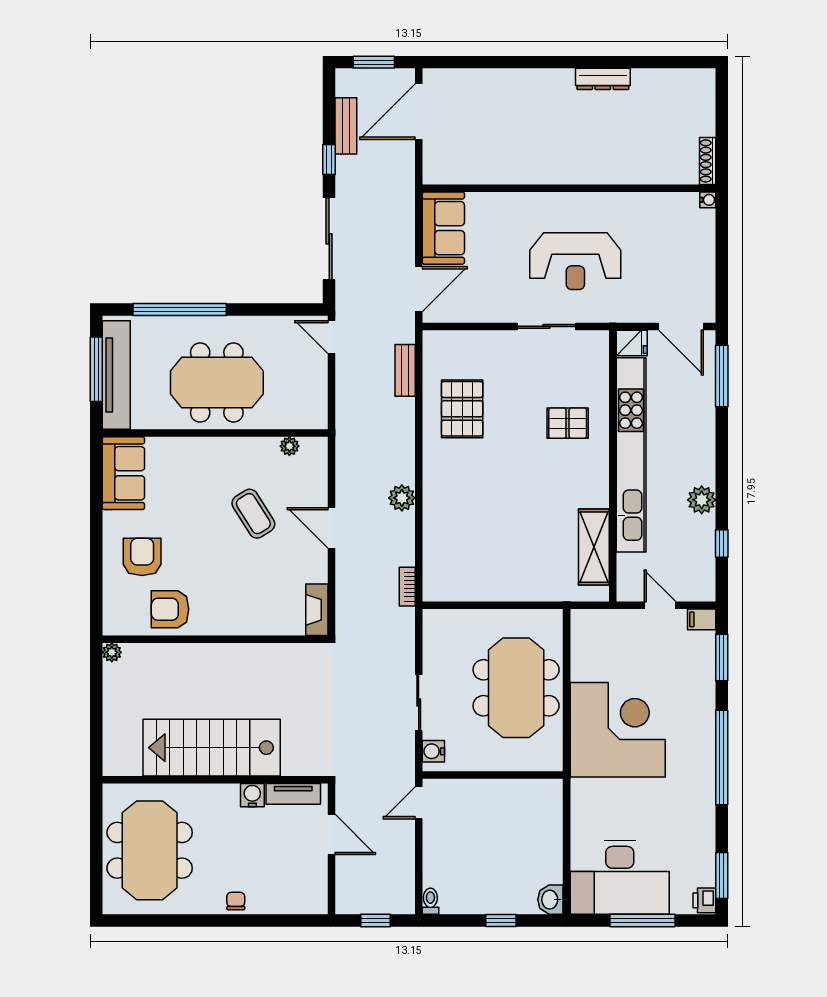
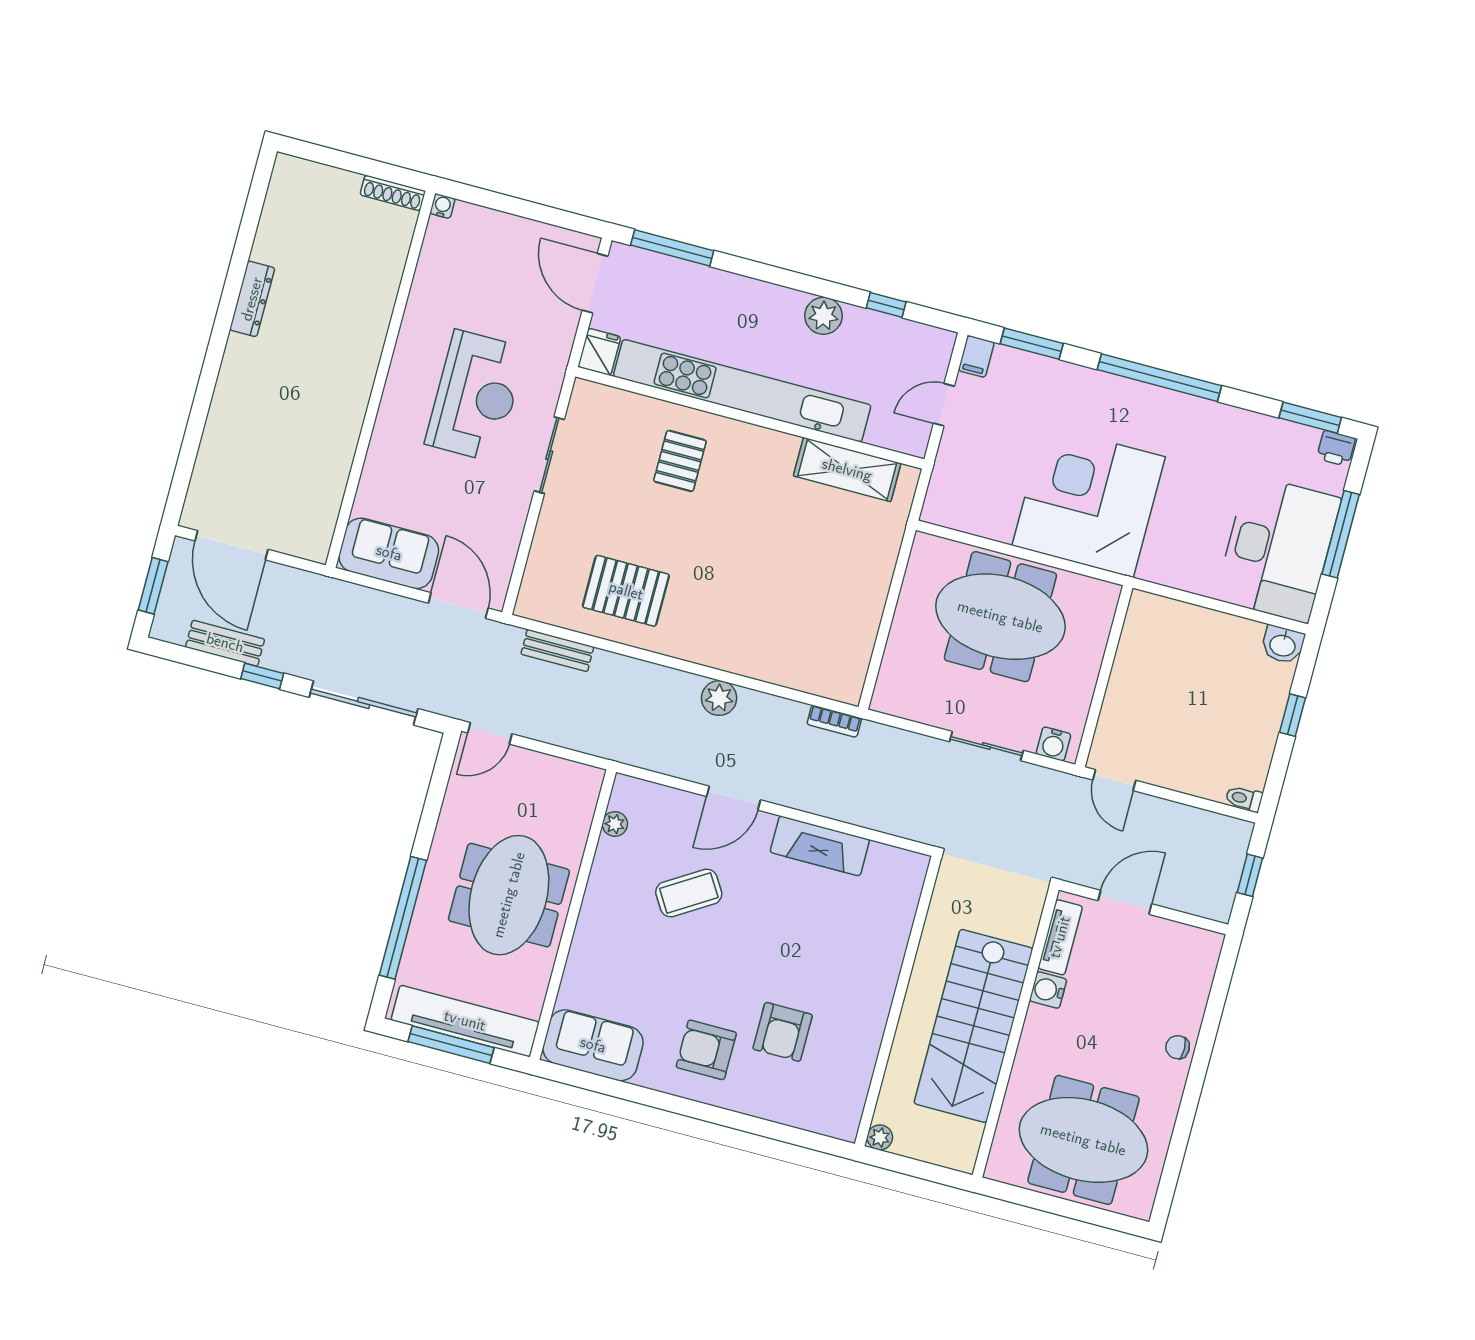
door: (681, 326) -> (595, 283), swing flipped
fireplace: (317, 610) -> (820, 846), width x1.37, depth x1.32
wall: (215, 639) -> (898, 1001), moved
plant: (112, 652) -> (880, 1137), moved

